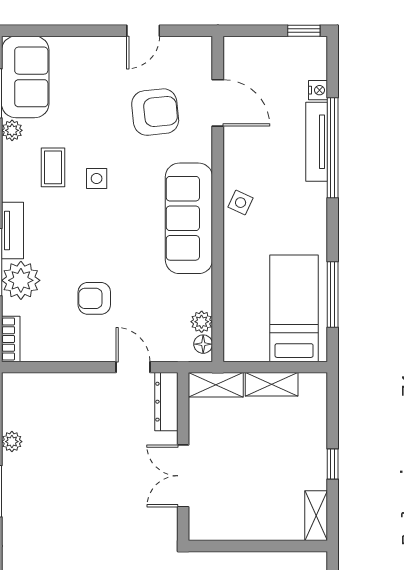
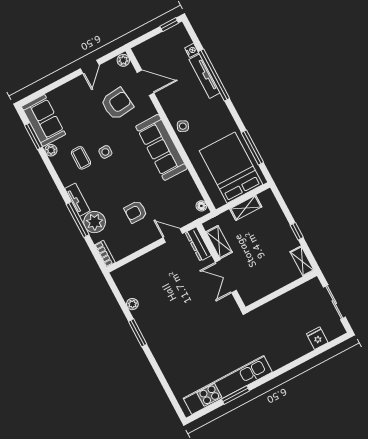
bed: (294, 308) -> (231, 168), width x1.50
plant: (202, 322) -> (123, 60), moved
shelving: (216, 385) -> (219, 242), moved, turned 90

